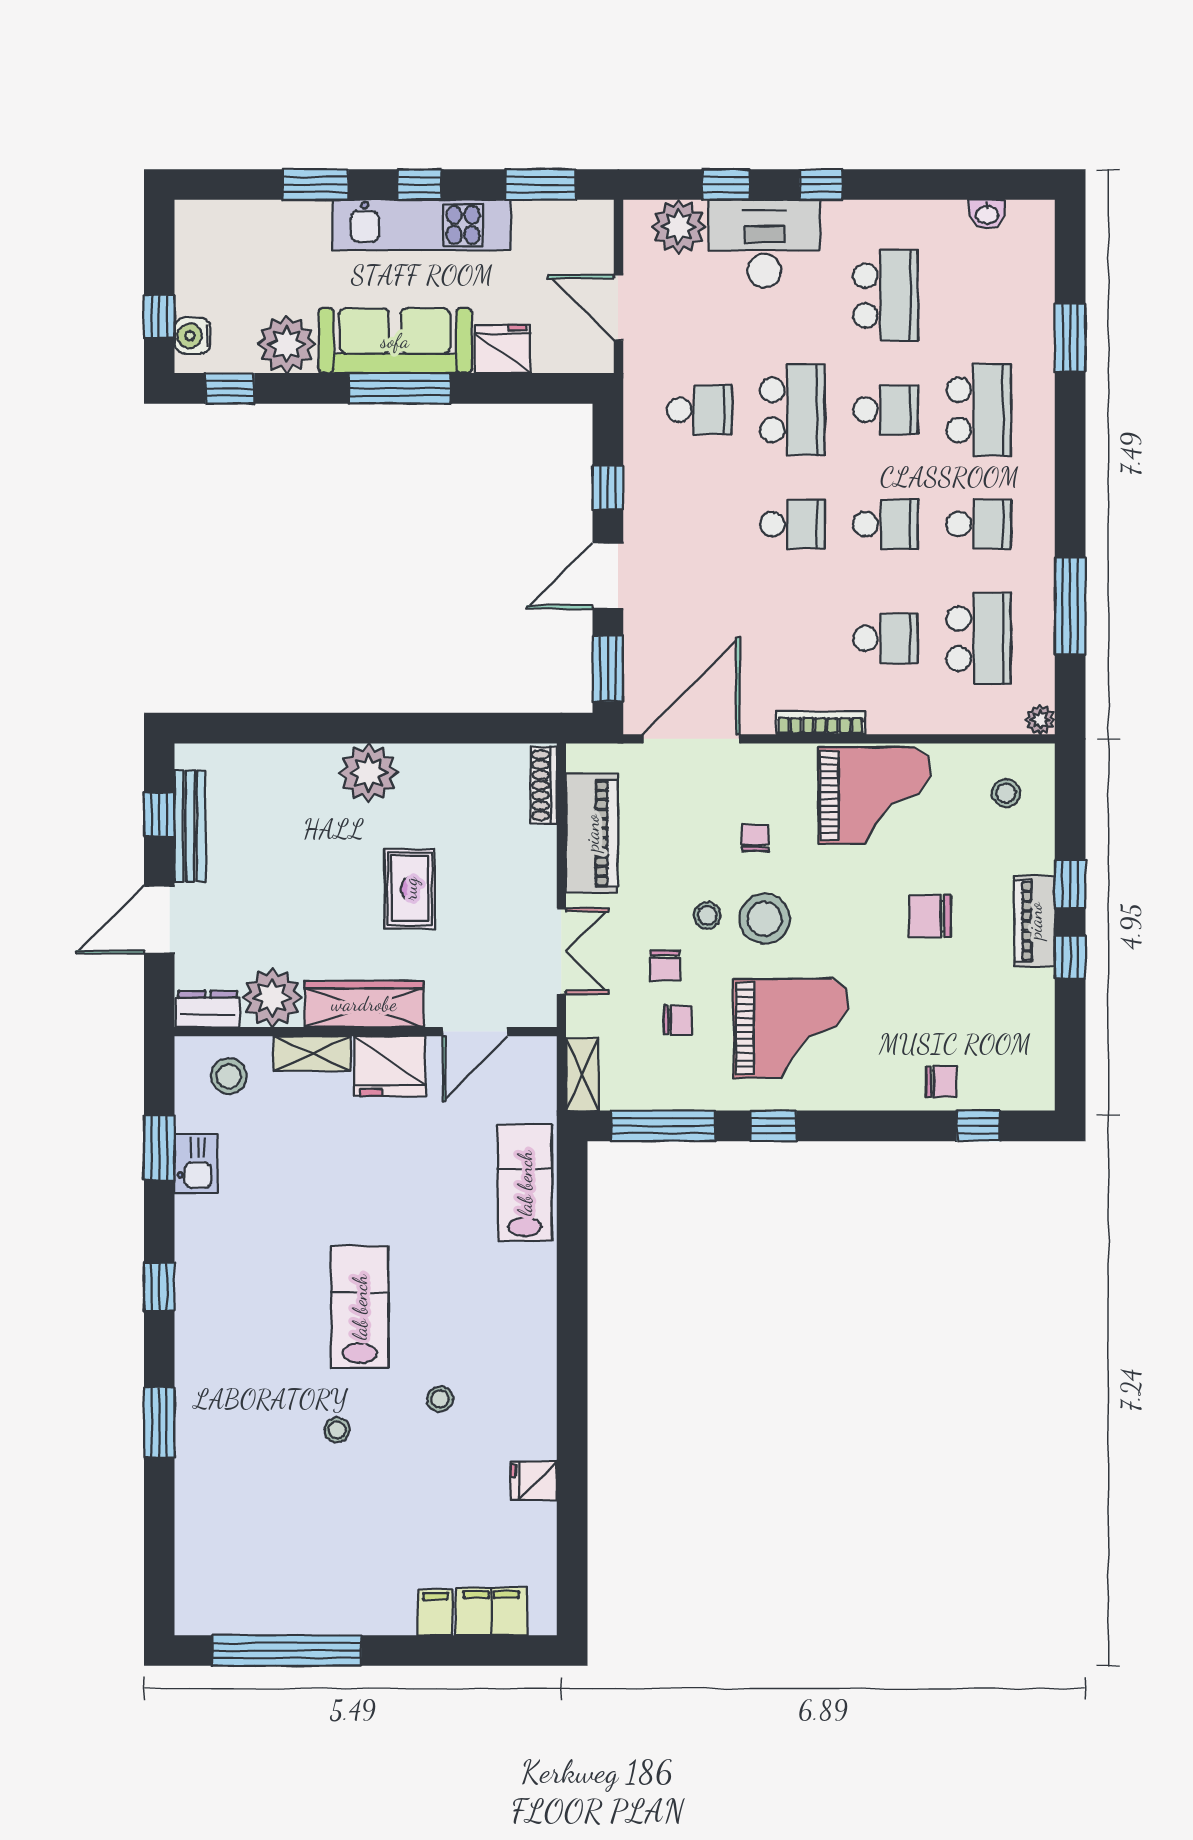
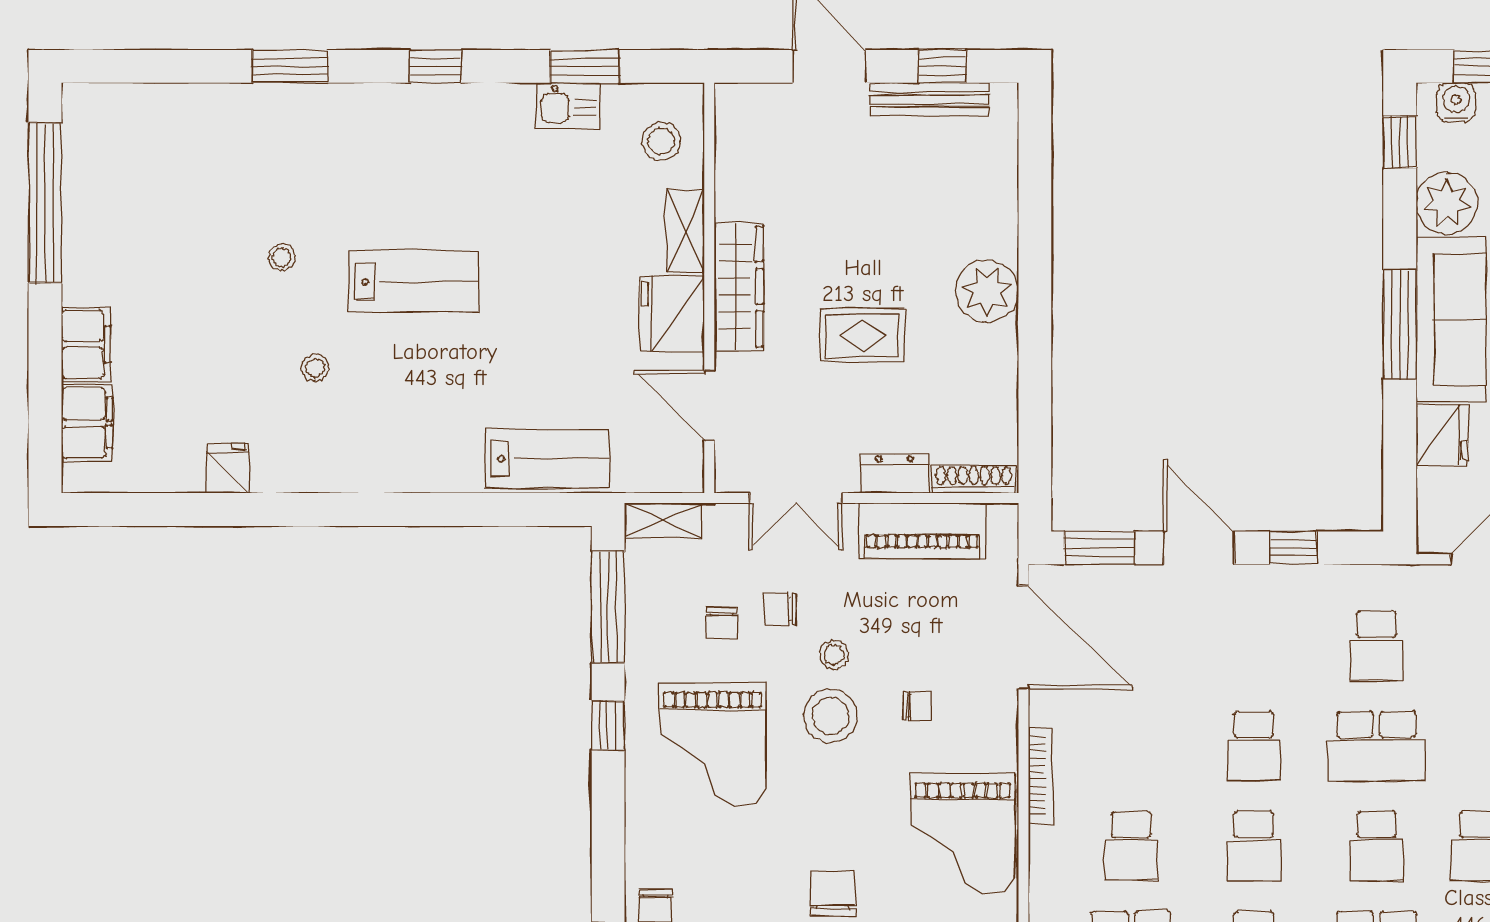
plant: (272, 998) -> (746, 188), removed
dresser: (208, 1009) -> (895, 474), moved, turned -90
filing cabinet: (435, 1612) -> (86, 344), width x2.00

